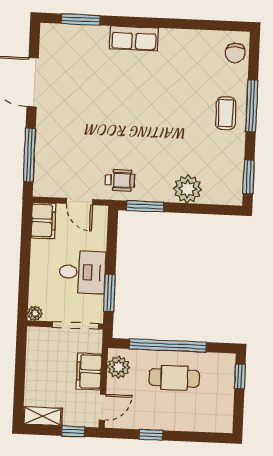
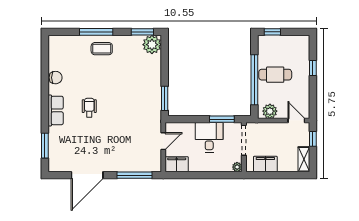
chair: (235, 53) -> (56, 78), moved
wheelchair: (120, 180) -> (89, 108), moved
plant: (188, 189) -> (152, 45), moved
filing cabinet: (89, 371) -> (265, 164), moved, turned 180
cafe table: (174, 378) -> (275, 75), turned 90
window: (151, 435) -> (313, 68), moved

